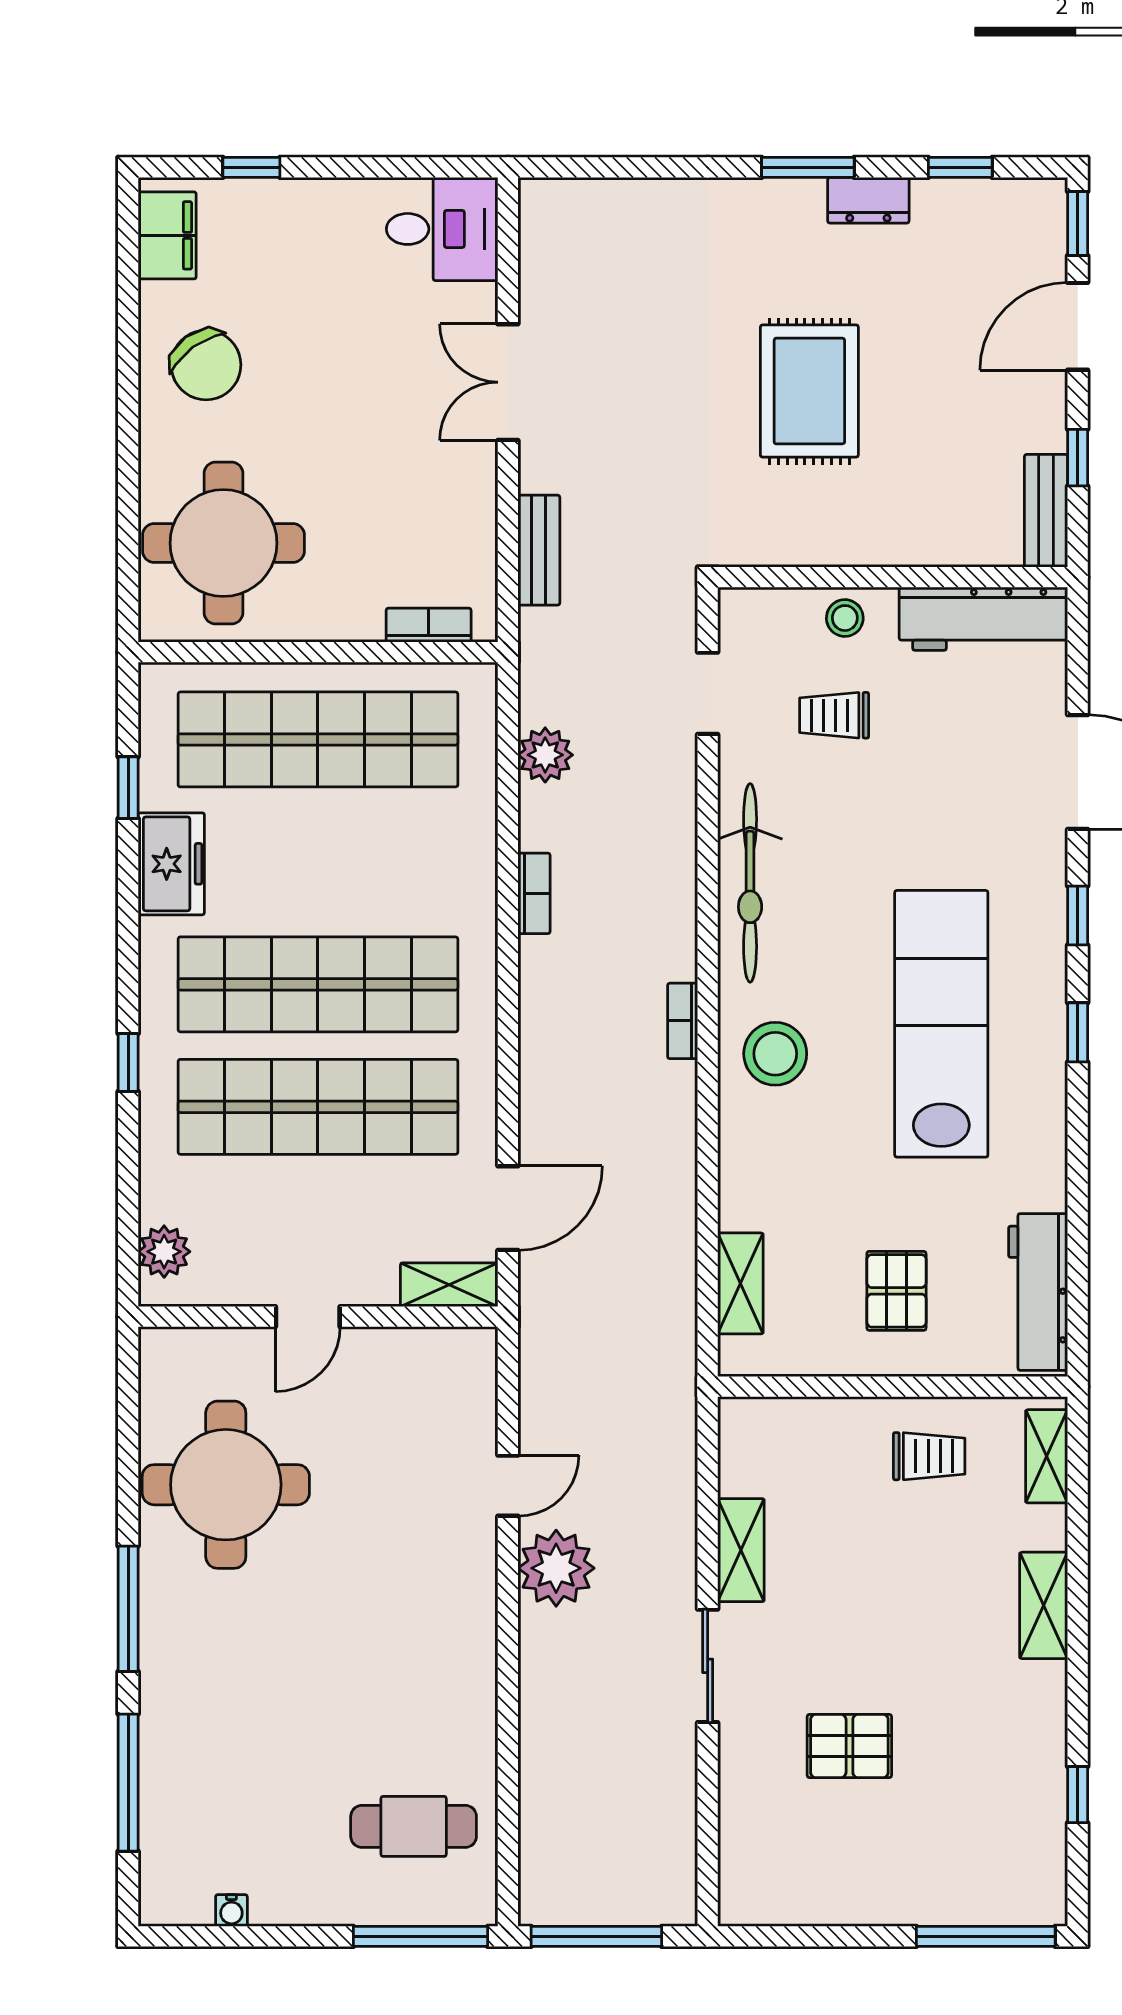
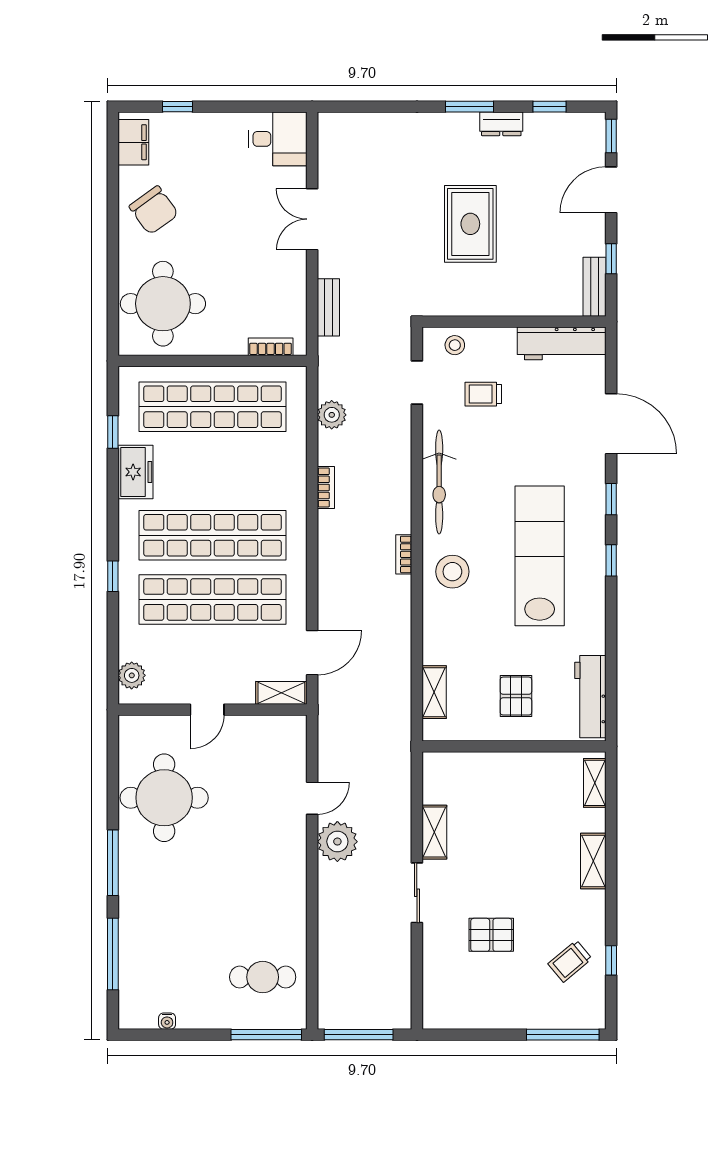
stool: (845, 618) -> (455, 345), moved
trolley: (929, 1456) -> (570, 961), moved, turned 140

